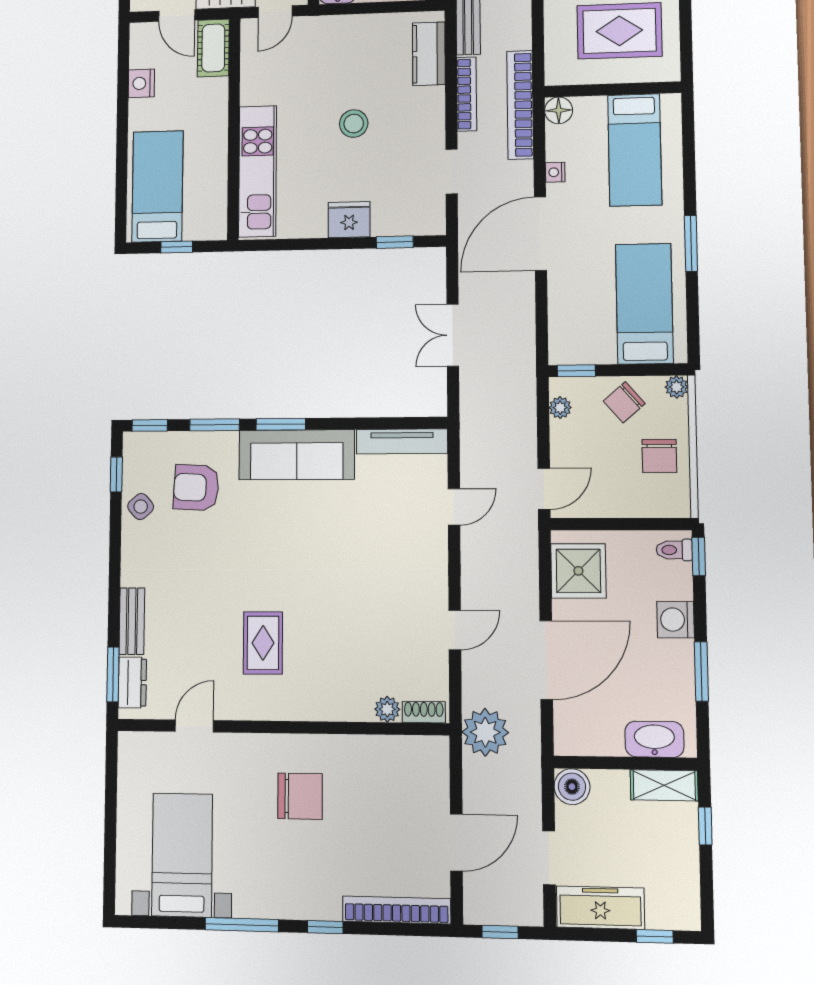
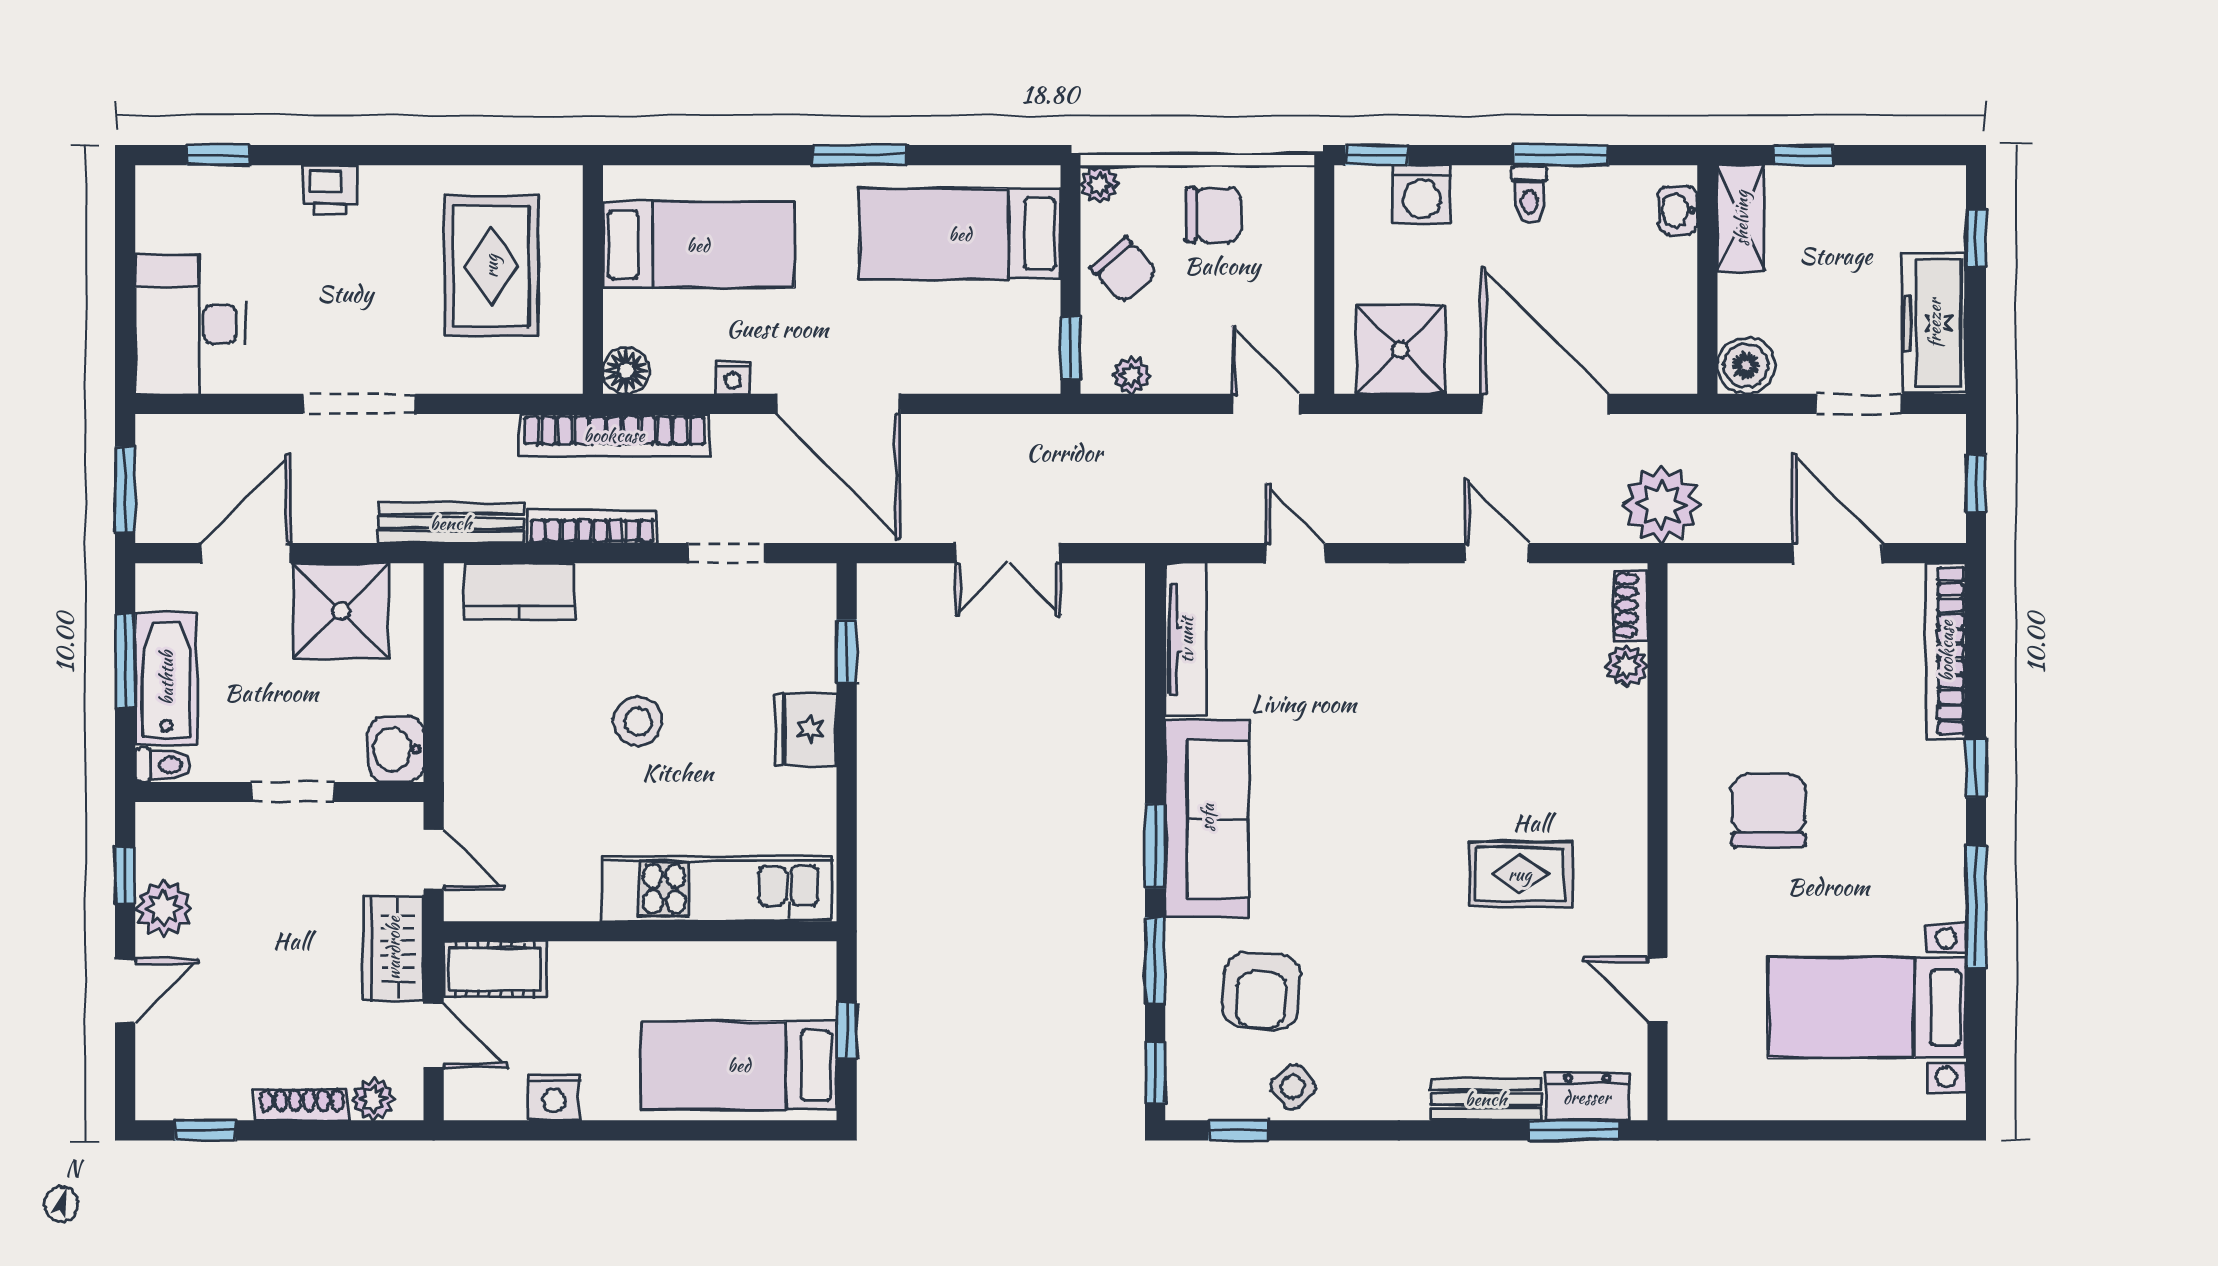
door: (177, 16) -> (434, 1035), hinge flipped
toilet: (674, 550) -> (1529, 194), moved
washing machine: (676, 620) -> (1422, 194), moved
washbasin: (654, 739) -> (1678, 210), width x0.52, depth x0.69

